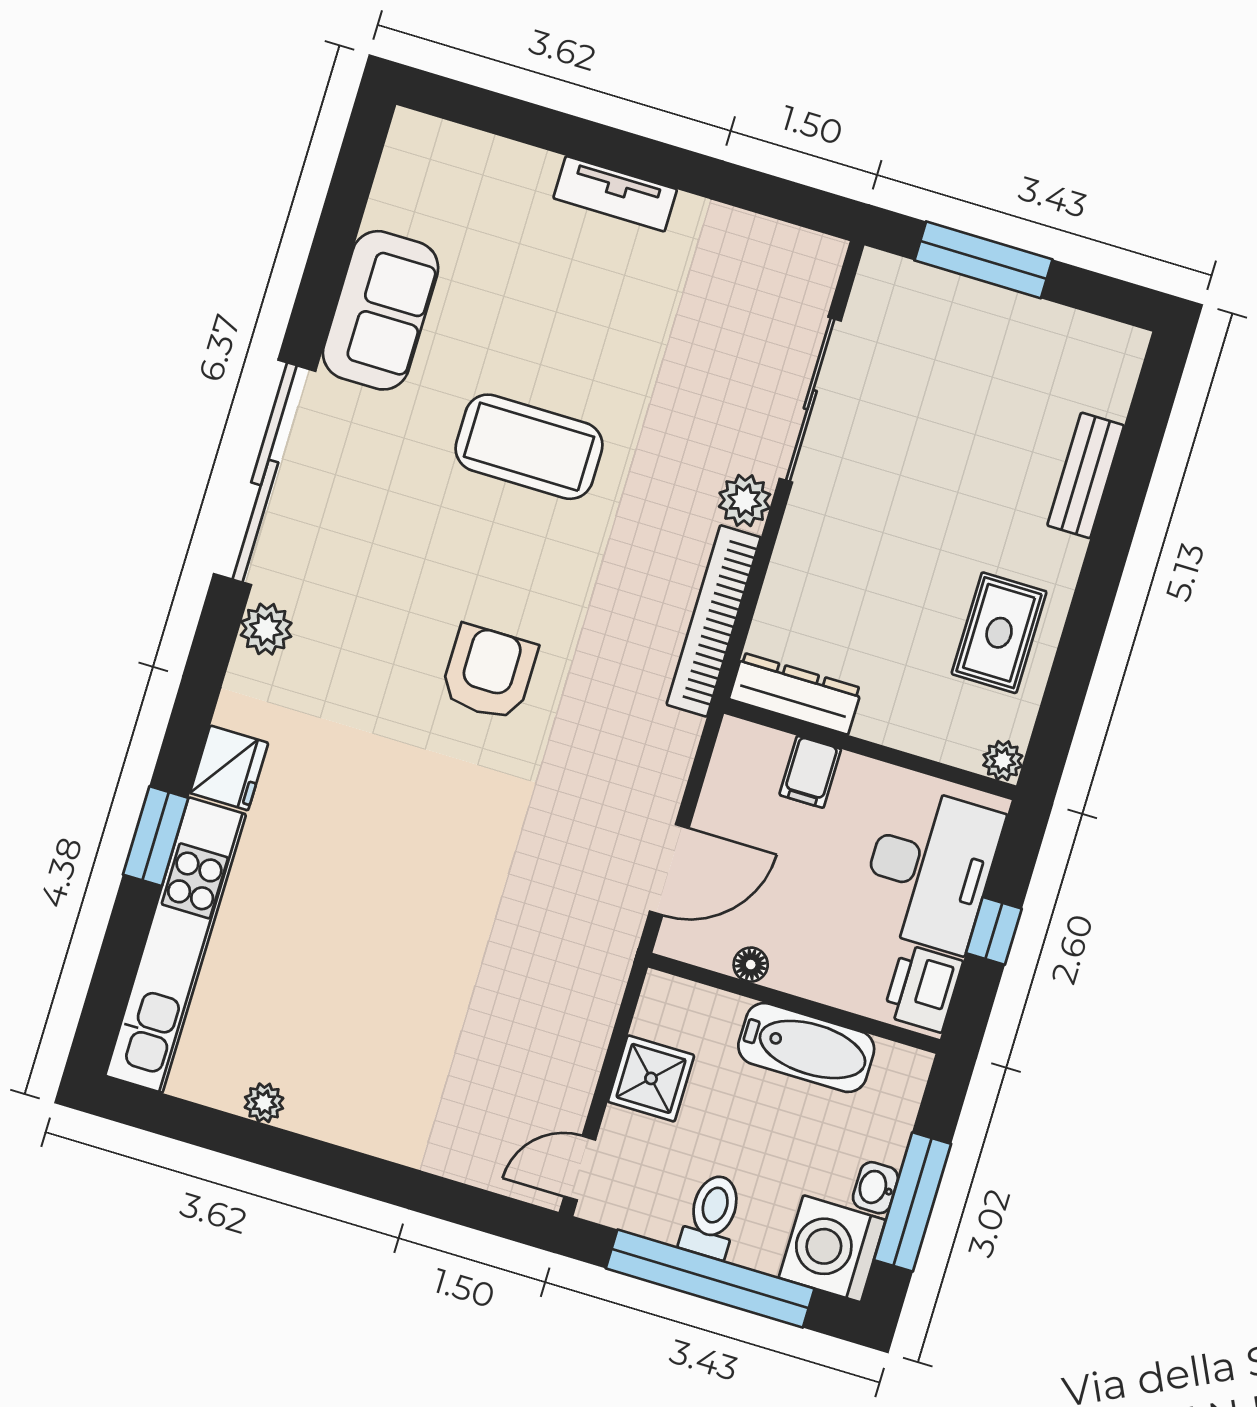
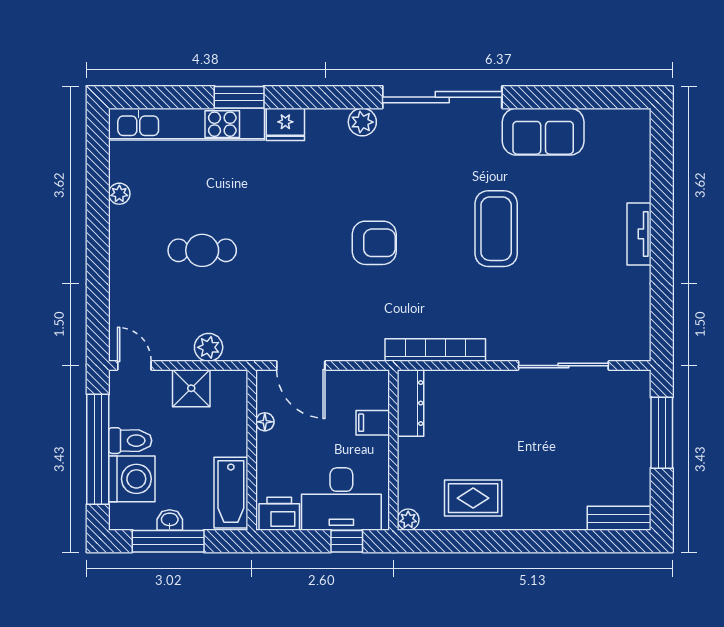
bench: (1086, 475) -> (619, 518), moved
plant: (745, 501) -> (209, 347), moved
window: (994, 931) -> (347, 541), moved
cafe table: (410, 985) -> (202, 250), added
bathtub: (806, 1048) -> (231, 493), moved
washing machine: (832, 1249) -> (132, 479), moved, turned 90

